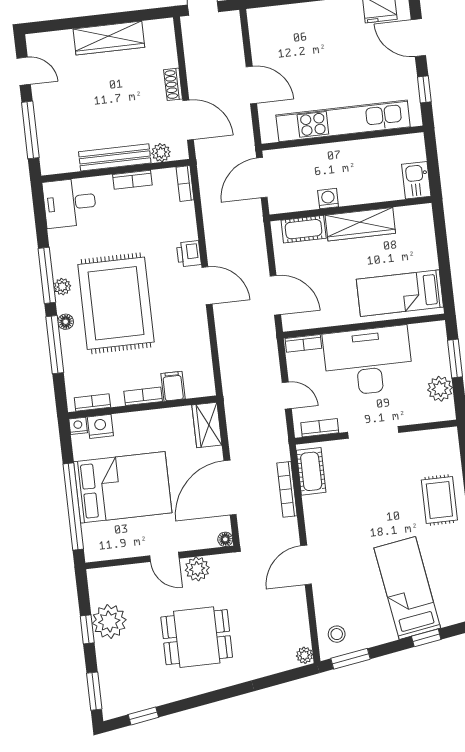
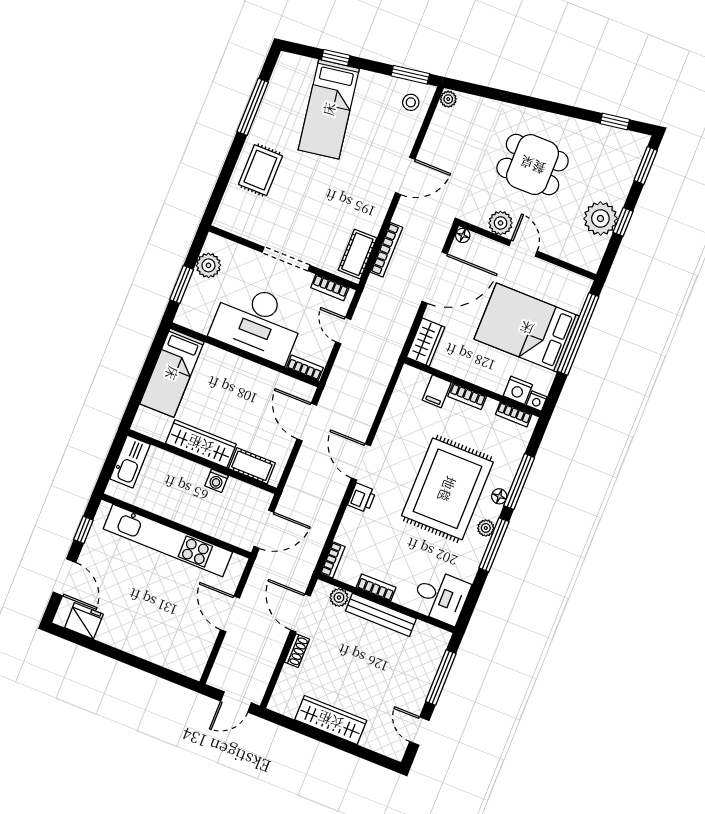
kitchen sink: (416, 180) -> (130, 462), width x1.38
bed: (400, 293) -> (172, 373), moved, turned 90

